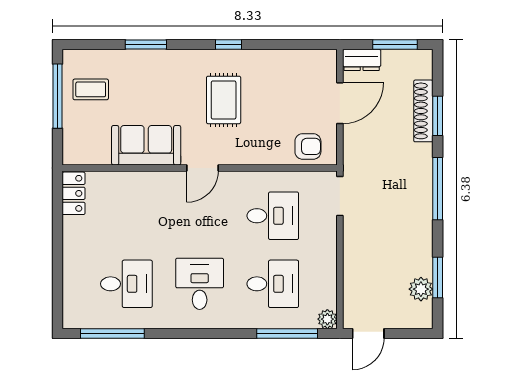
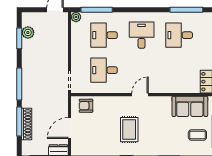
window: (438, 116) -> (19, 121), width x1.44
sofa: (146, 145) -> (190, 106), moved
desk: (200, 284) -> (142, 35), turned 180

